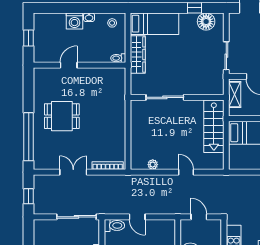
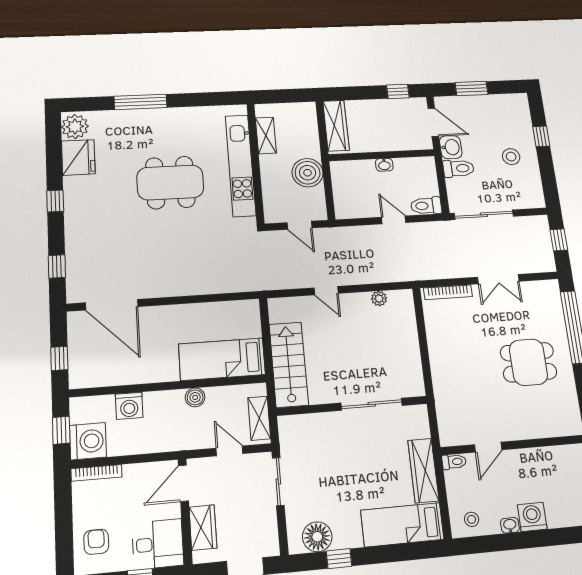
door: (69, 65) -> (488, 447), moved

